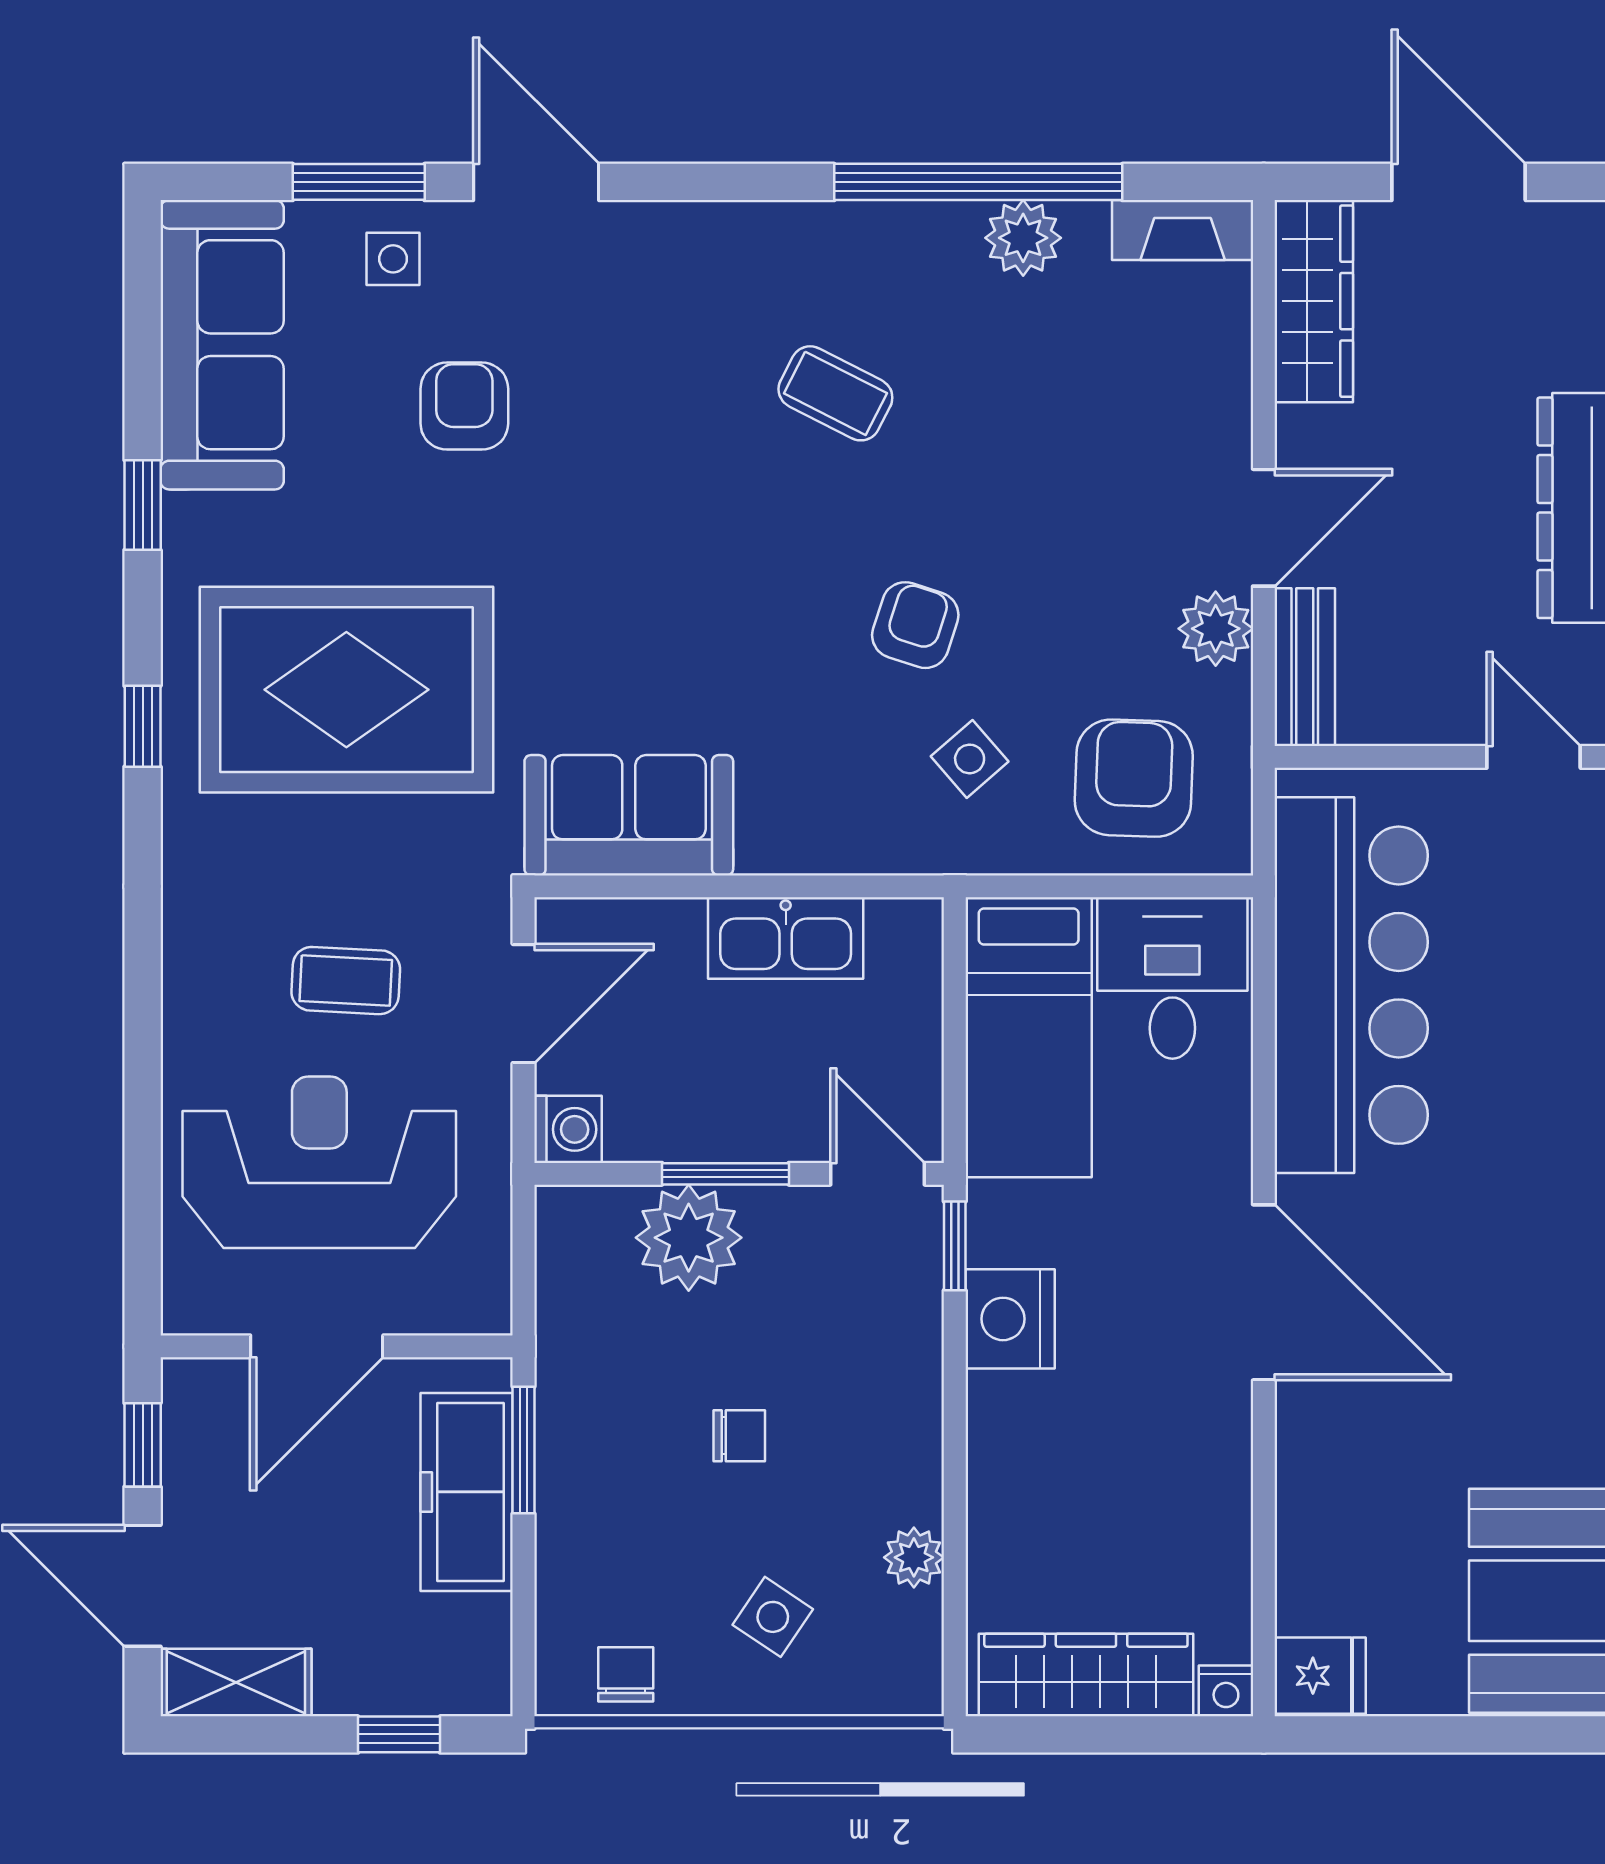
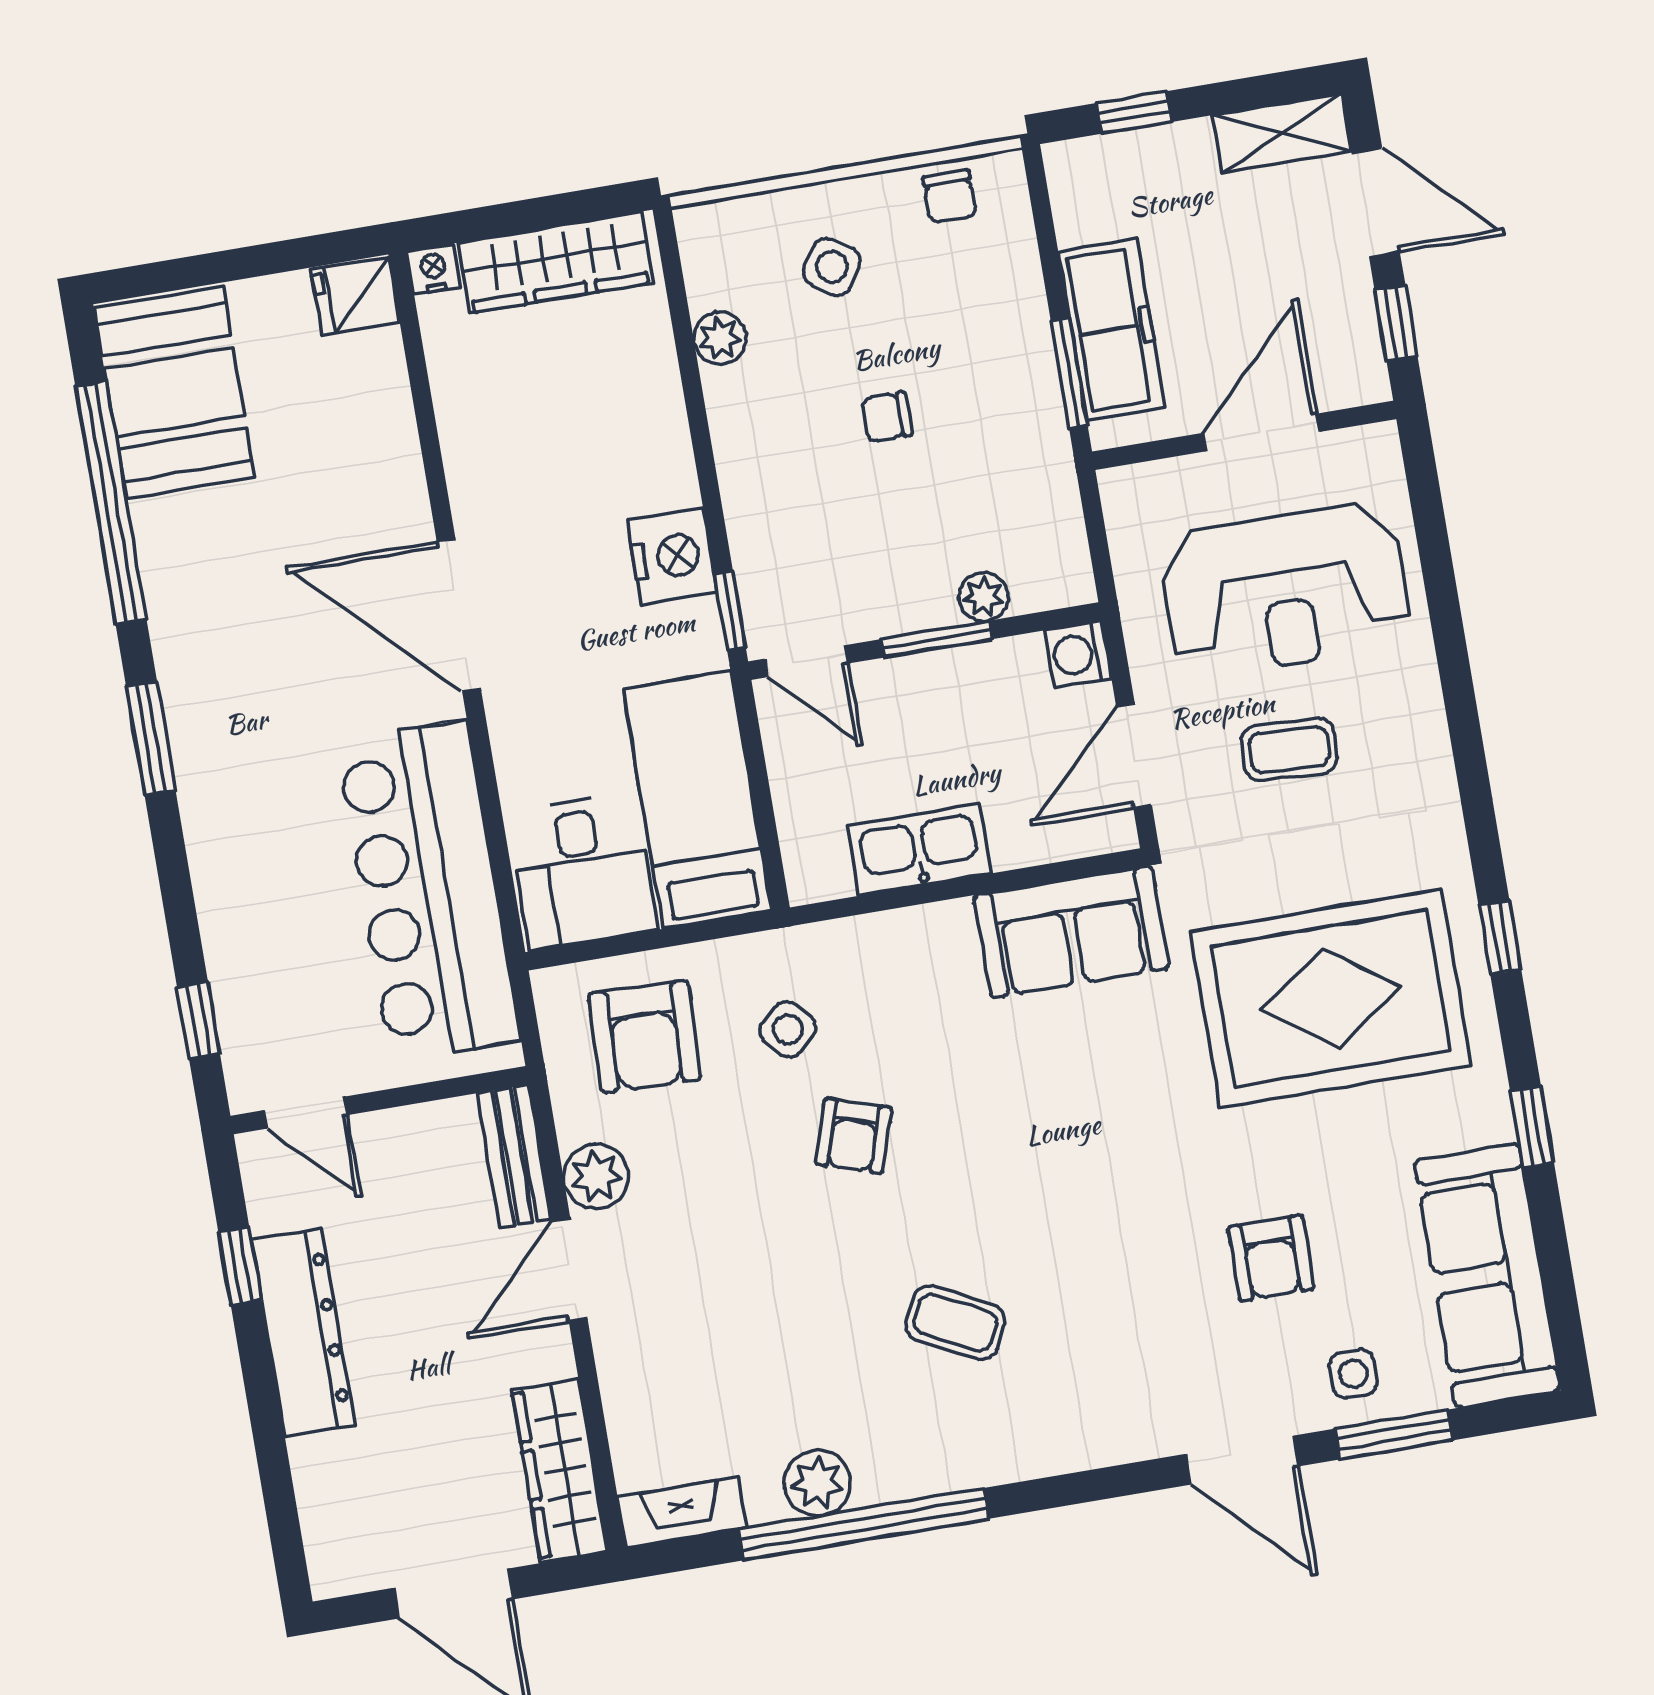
plant: (689, 1238) -> (984, 597), width x0.53, depth x0.53

